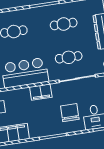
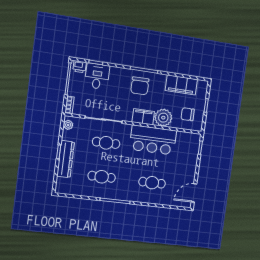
plant: (21, 97) -> (163, 118), added
chair: (70, 113) -> (140, 86), moved

